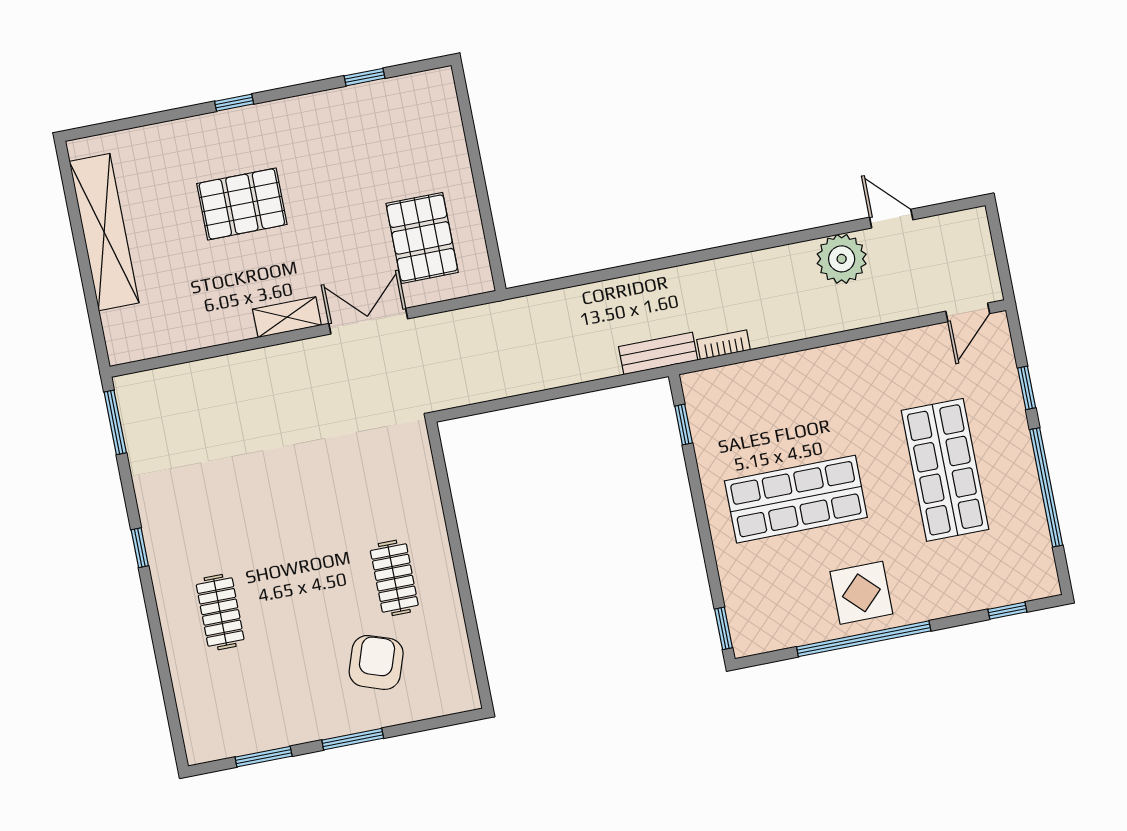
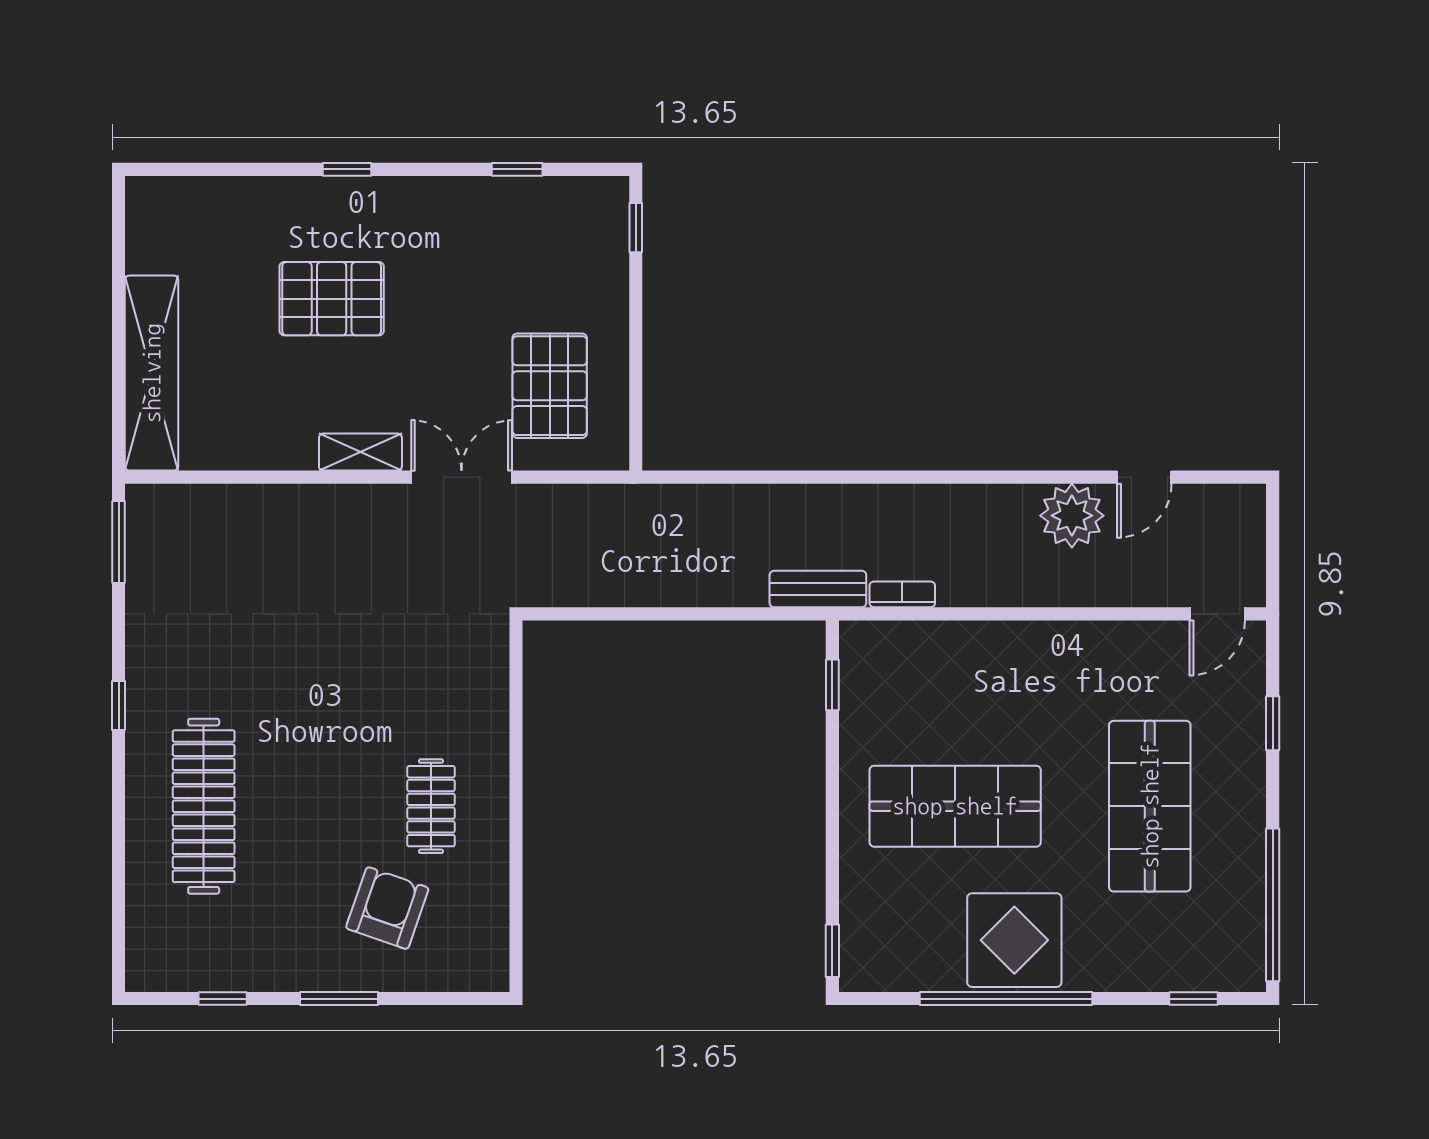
window: (464, 104) -> (636, 228), added
door: (891, 219) -> (1144, 477), swing flipped
shelving: (104, 232) -> (152, 373), moved
window: (1046, 487) -> (1273, 905), moved
display table: (861, 593) -> (1014, 940), width x1.36, depth x1.36
clothes rail: (220, 612) -> (204, 806), width x1.86, depth x1.31
window: (264, 757) -> (223, 999), width x0.67

